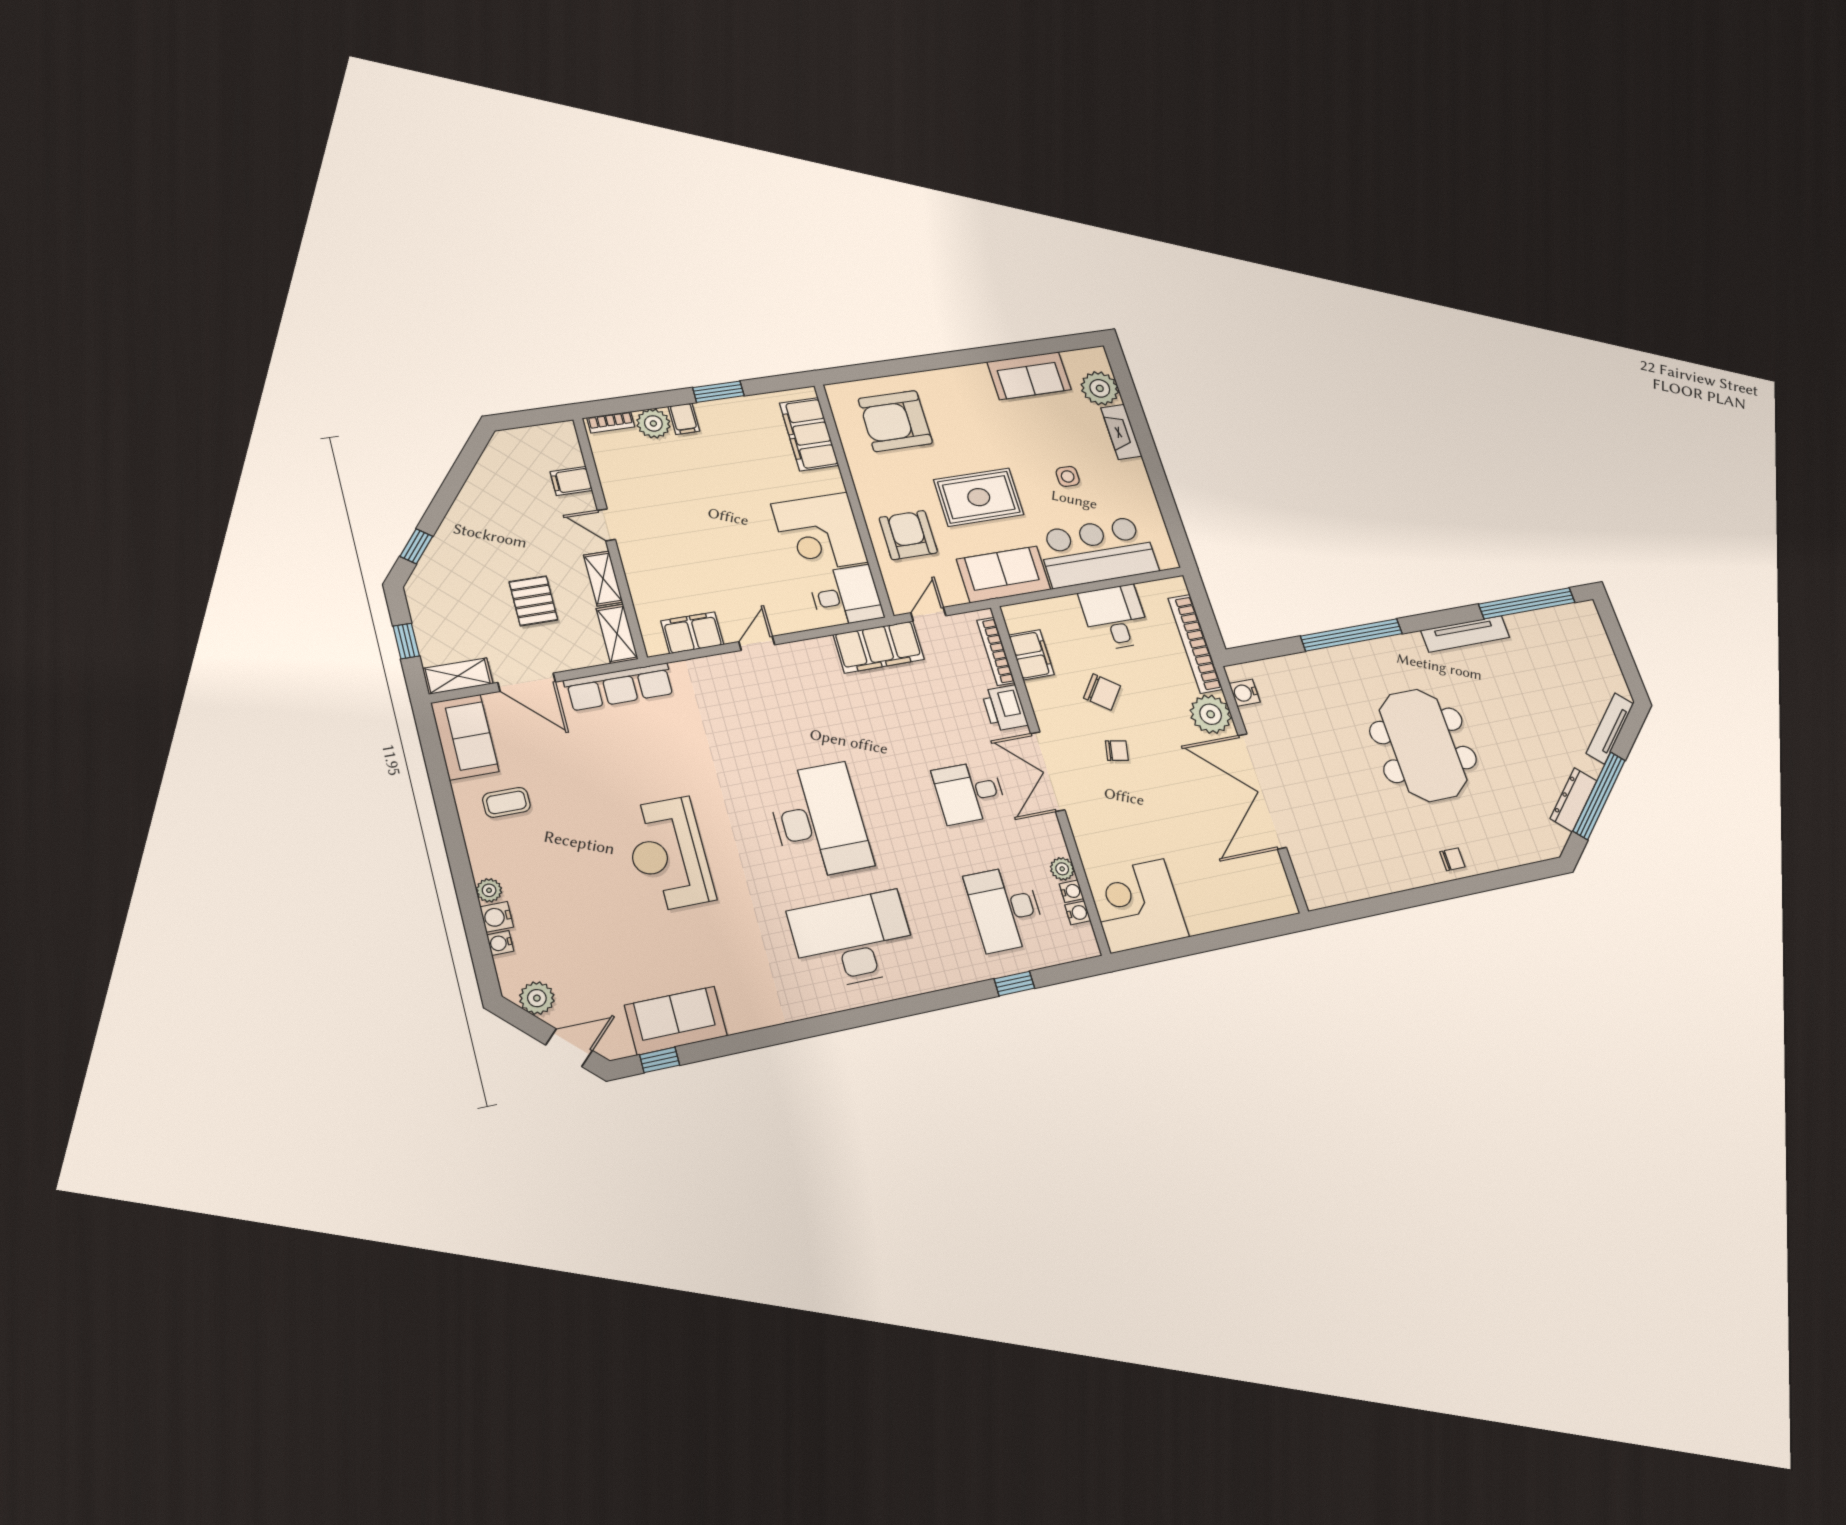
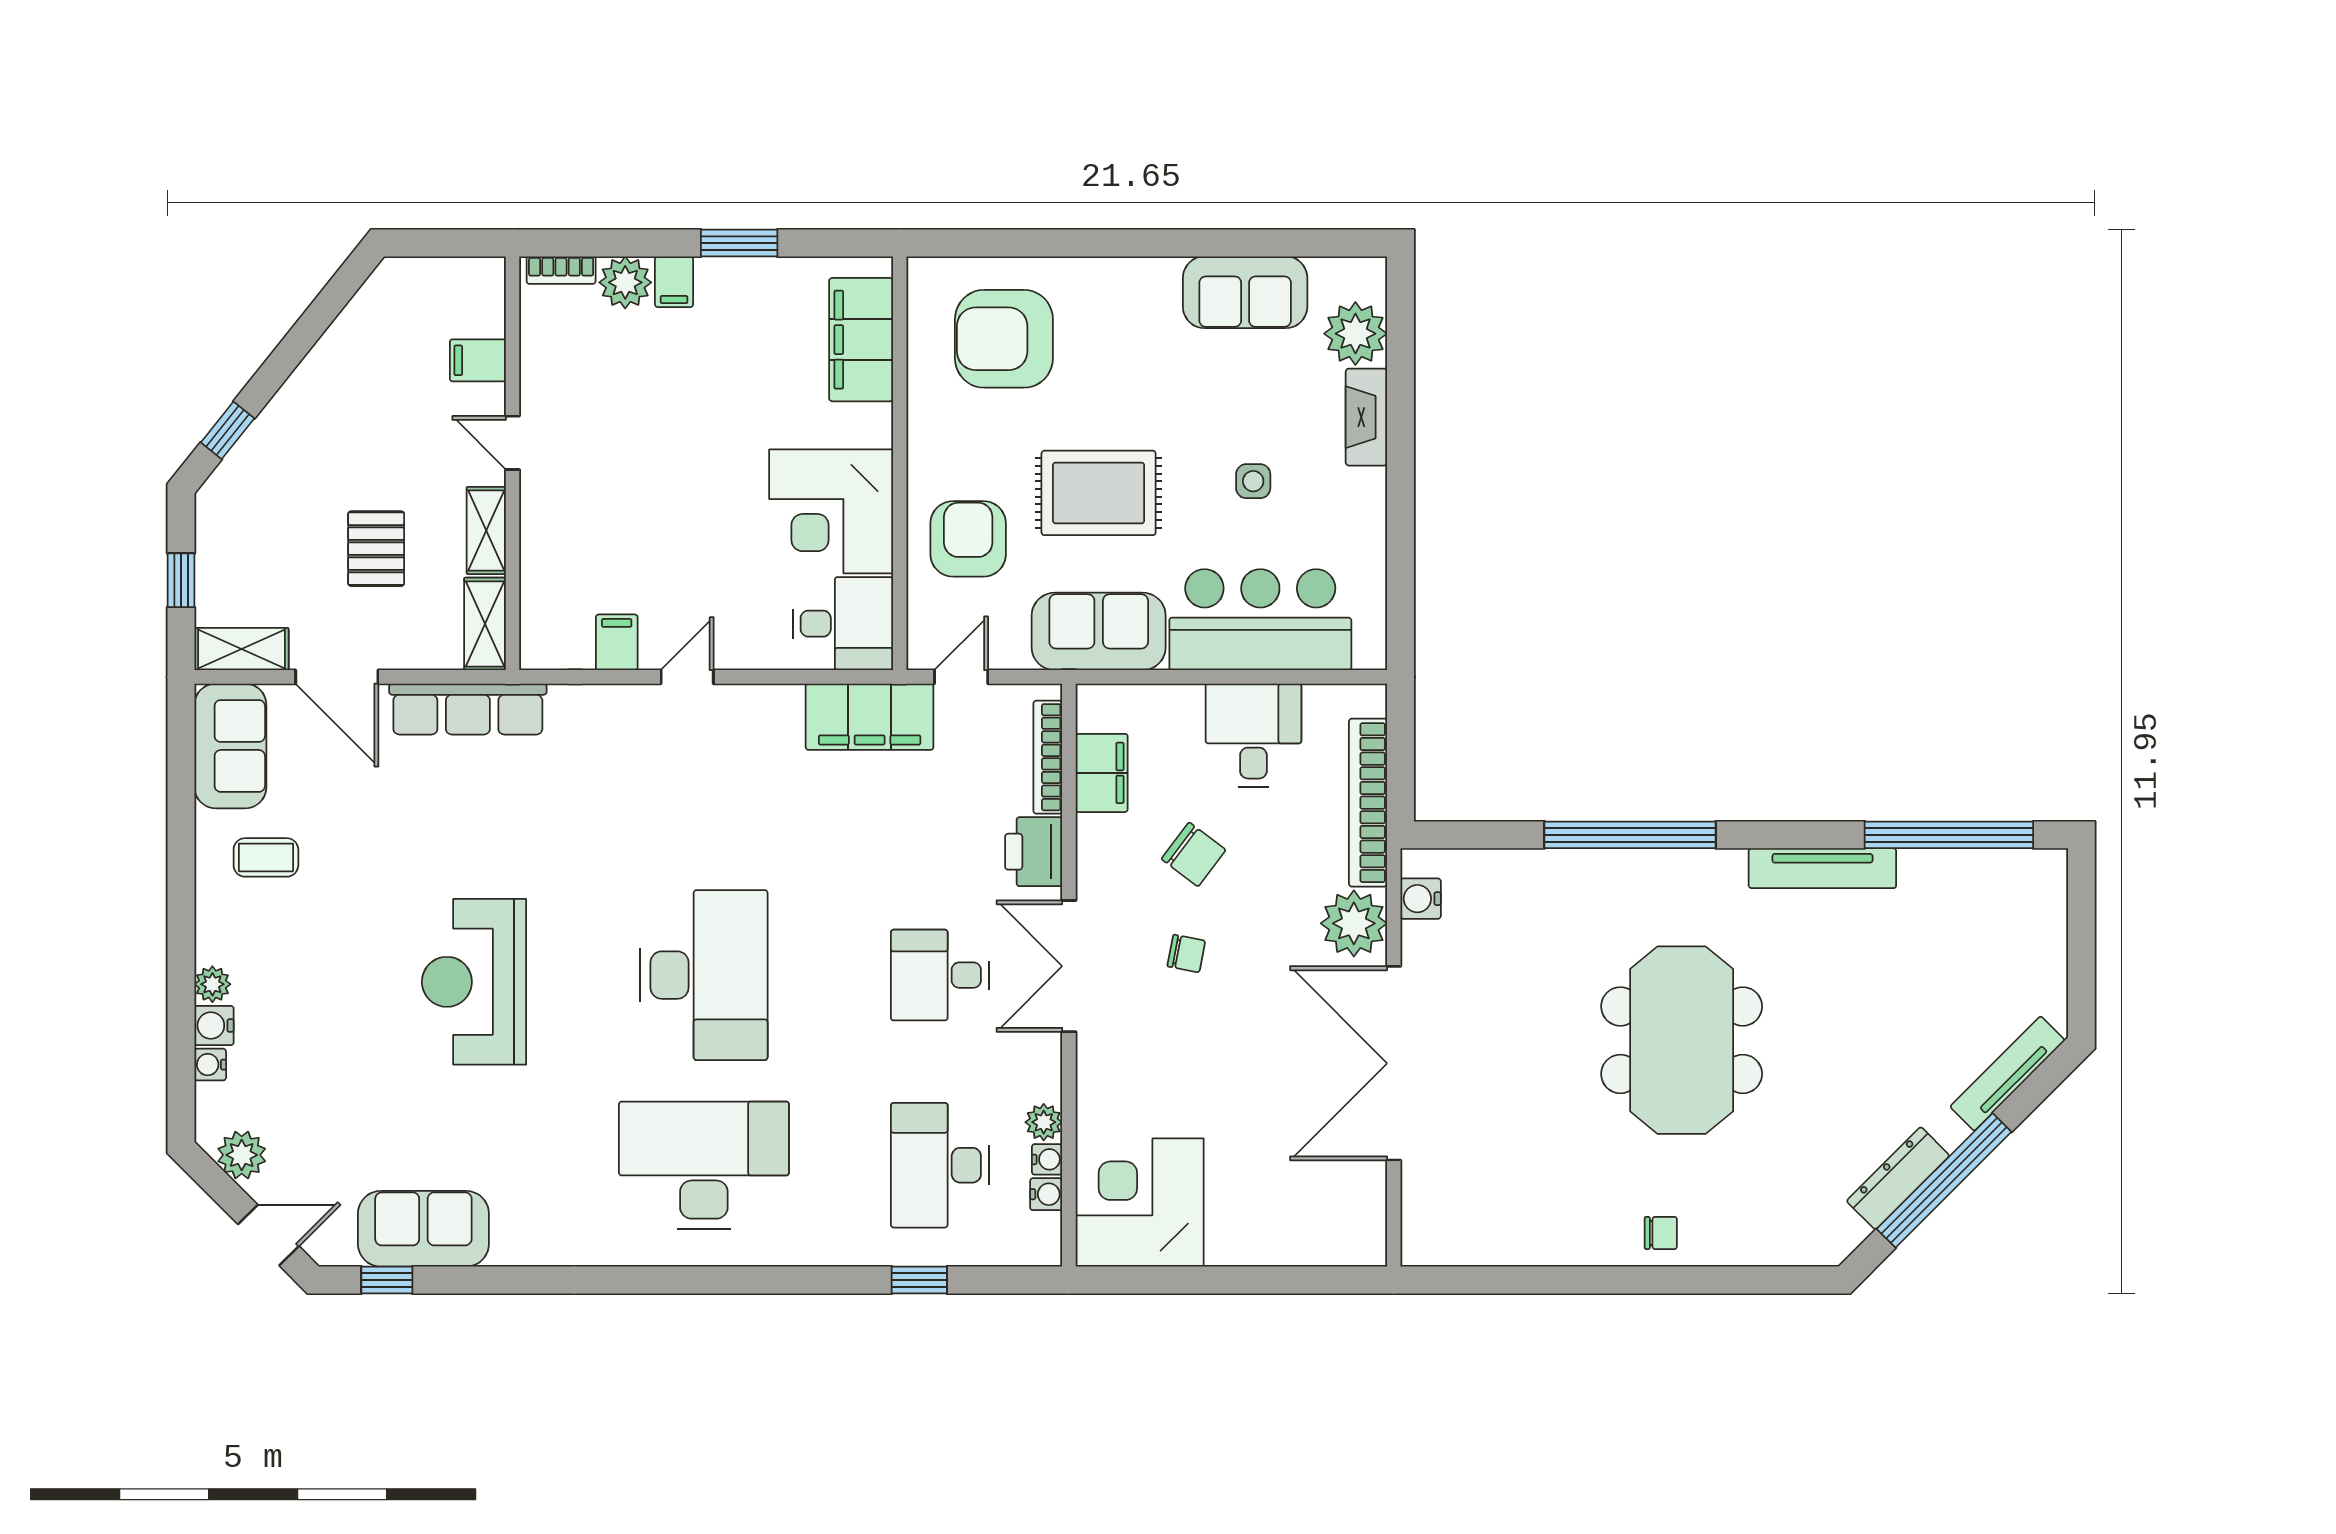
filing cabinet: (692, 633) -> (617, 642), width x0.50

